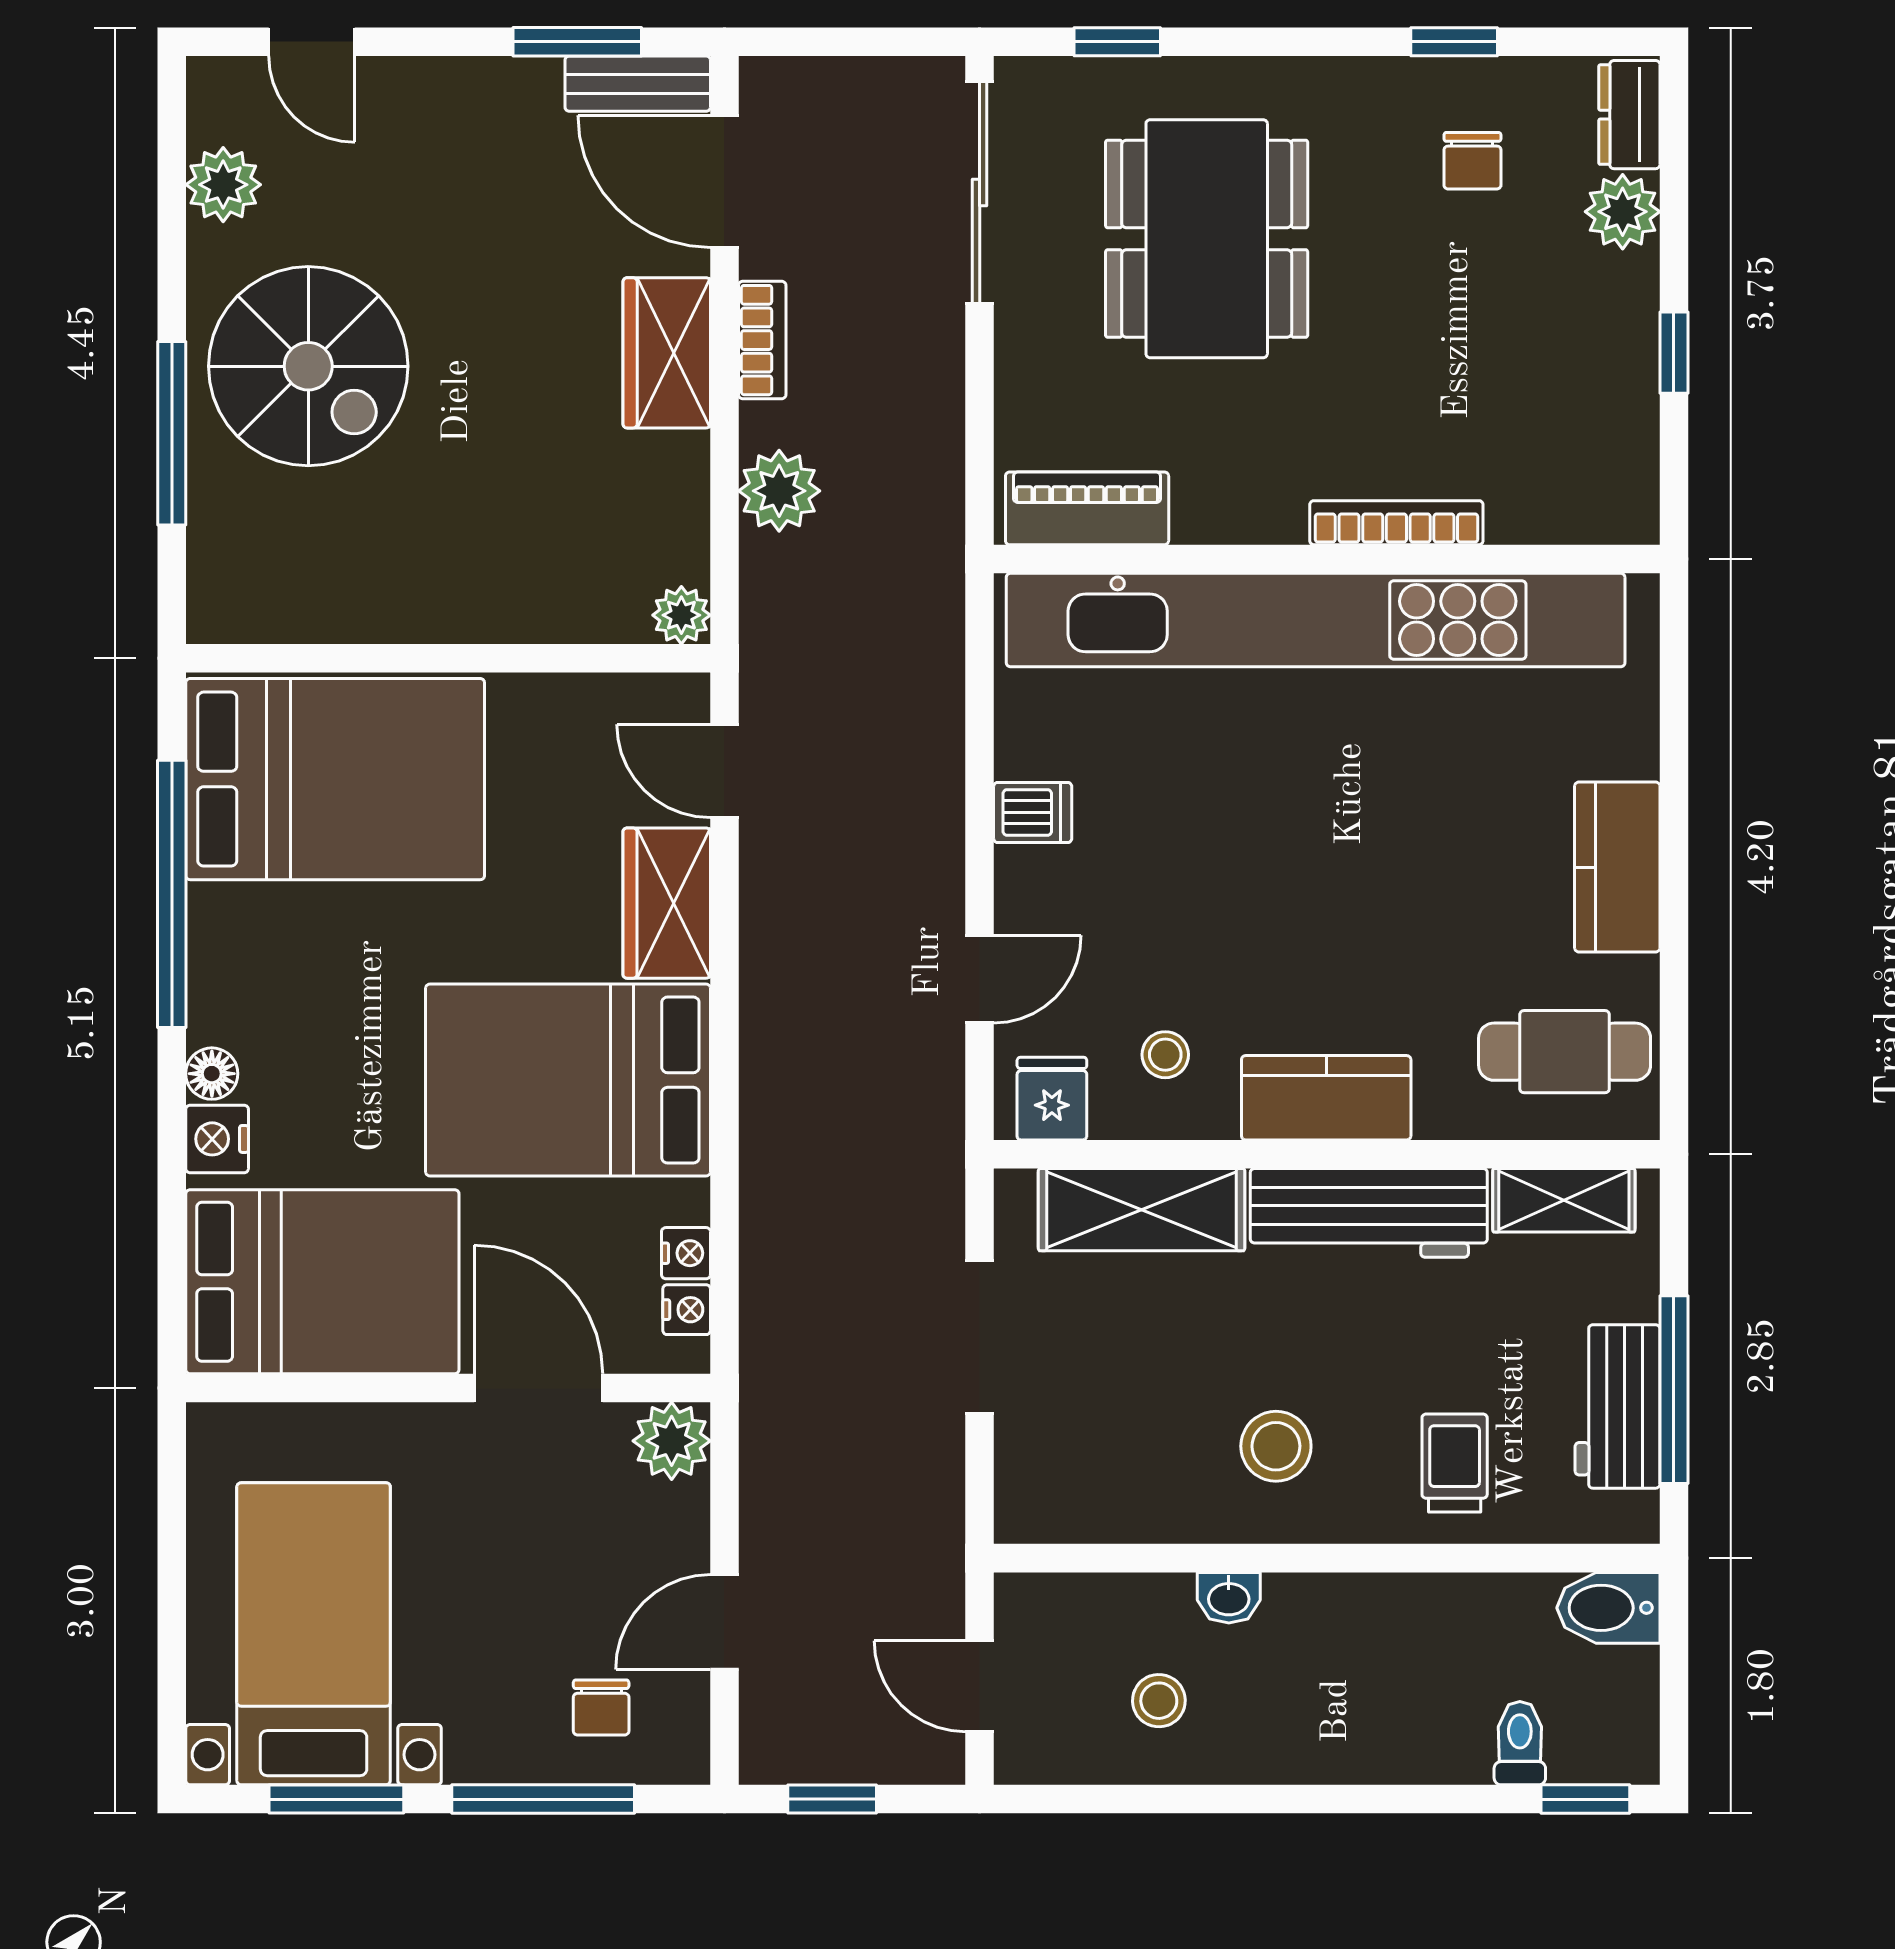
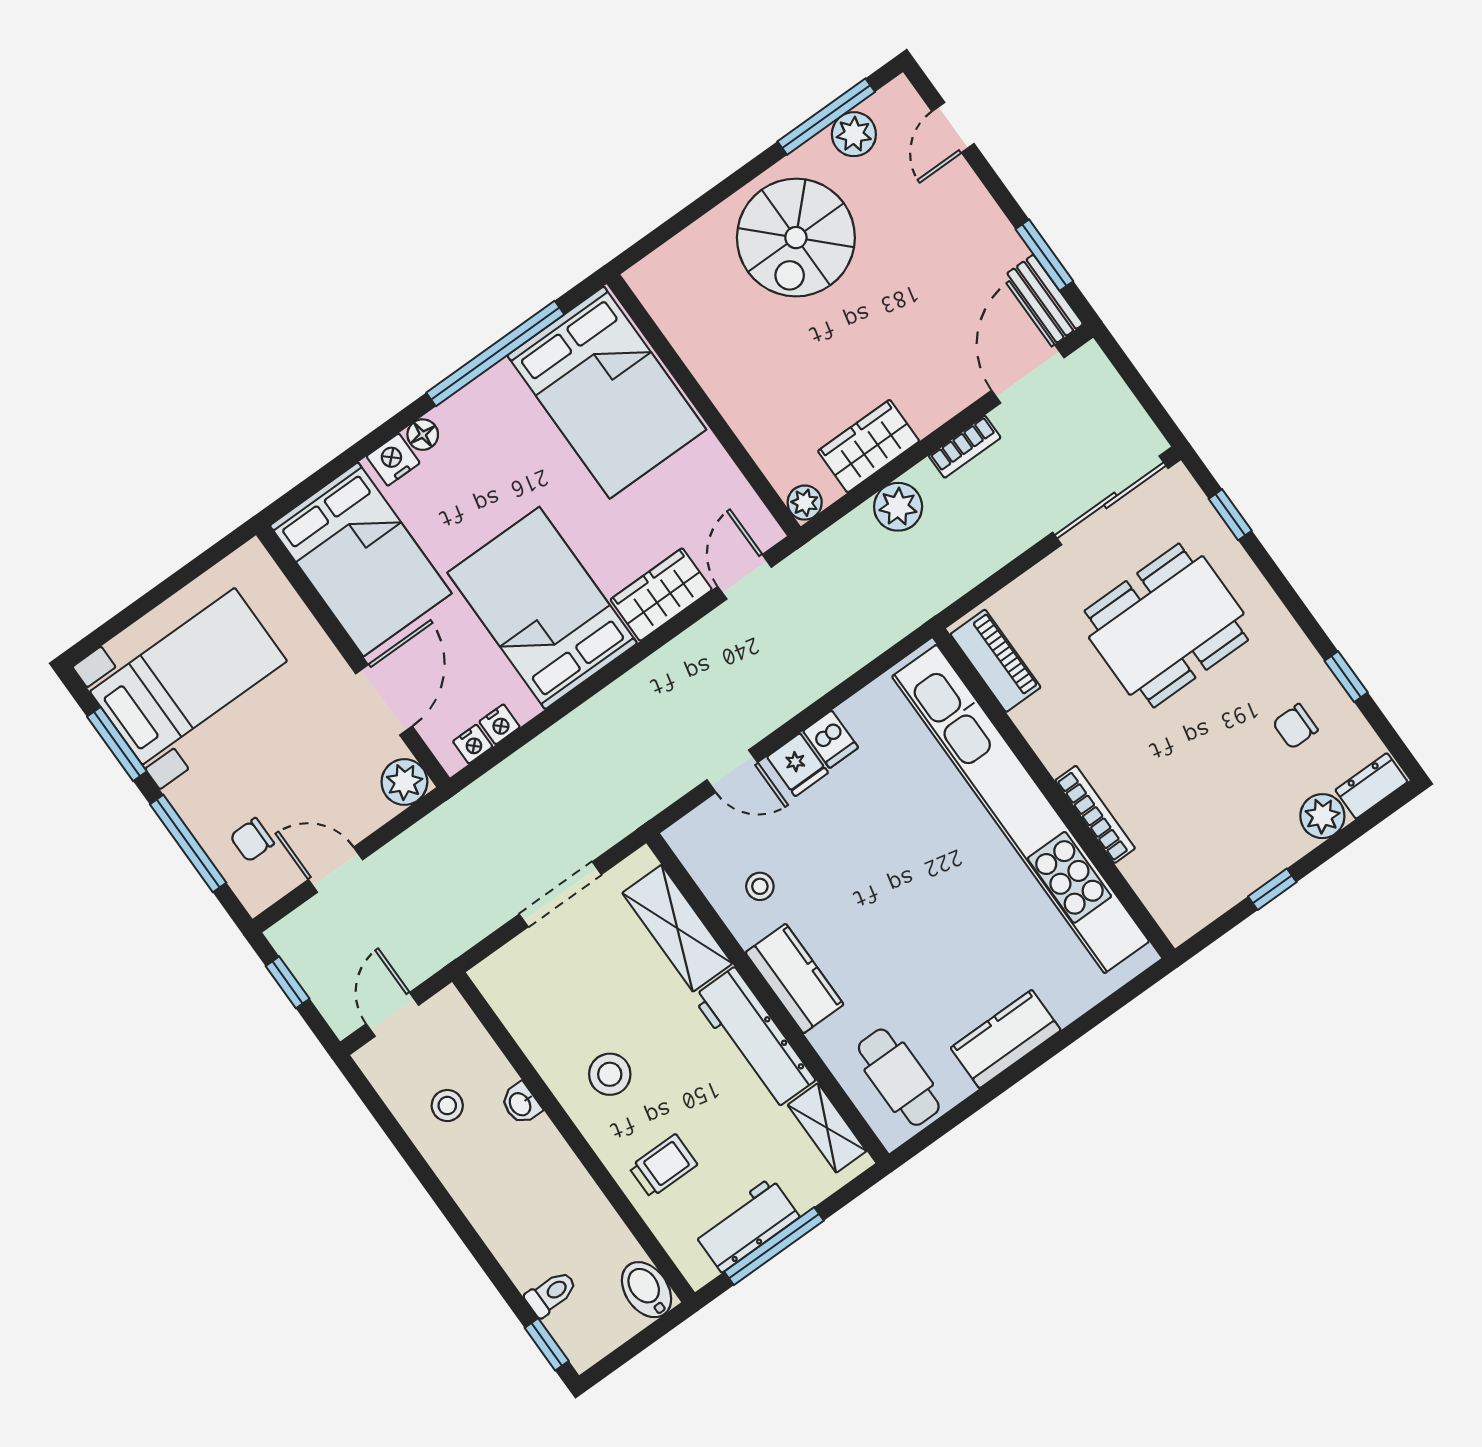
wardrobe: (667, 353) -> (869, 446), moved
window: (172, 433) -> (826, 117), moved
fridge: (1052, 1099) -> (798, 765), moved, turned 90

